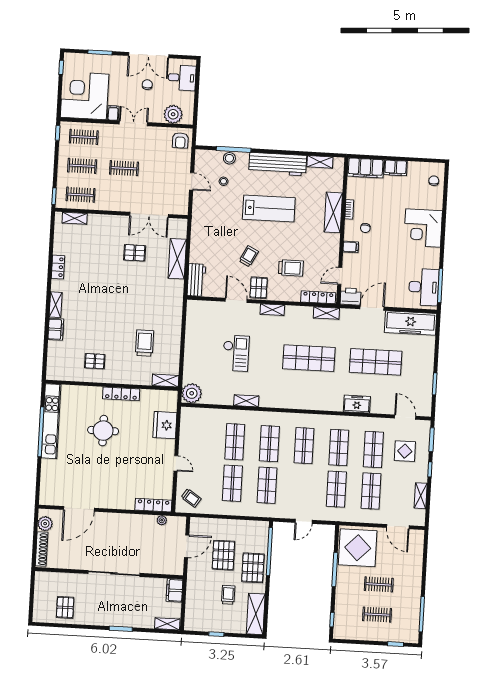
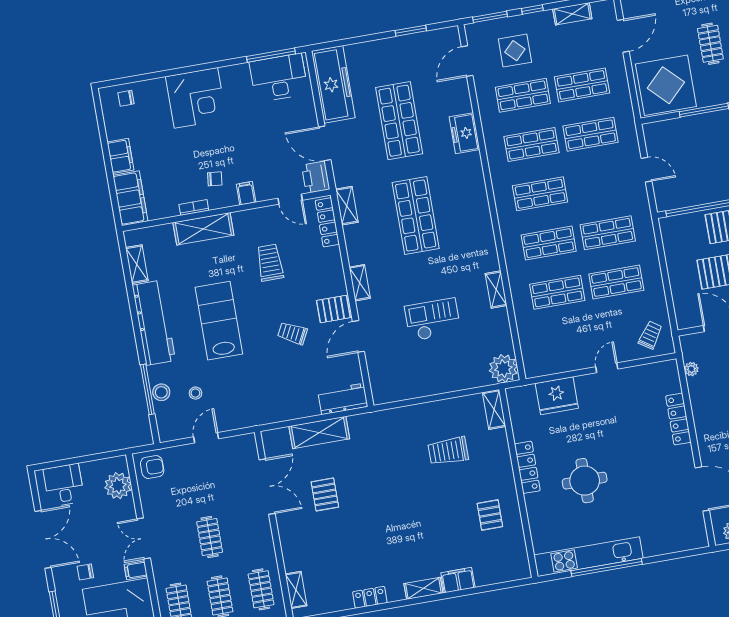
chair: (147, 85) -> (85, 572), moved
trolley: (291, 268) -> (270, 263), moved
locker: (153, 505) -> (678, 419), moved

